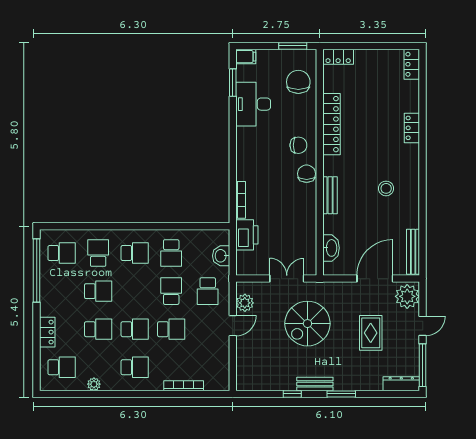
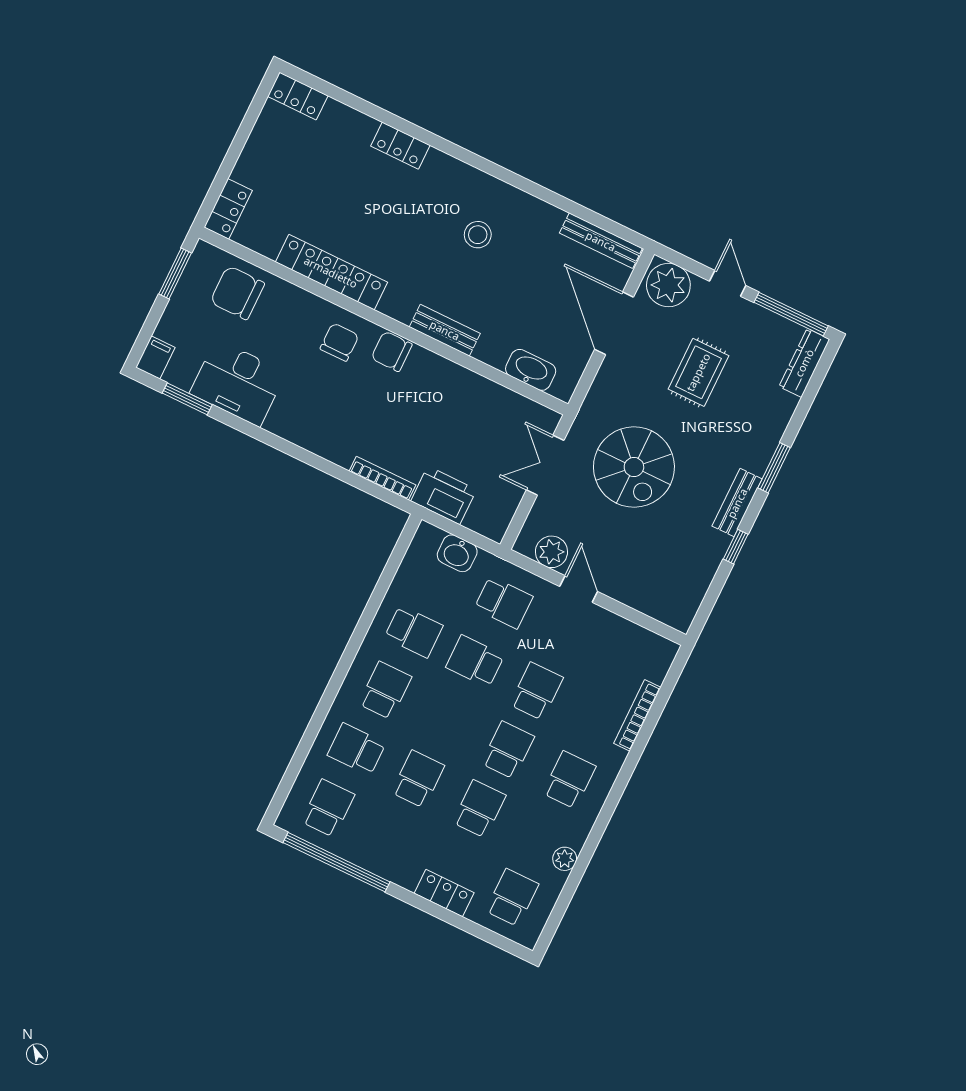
rug: (371, 333) -> (698, 372), turned 90

